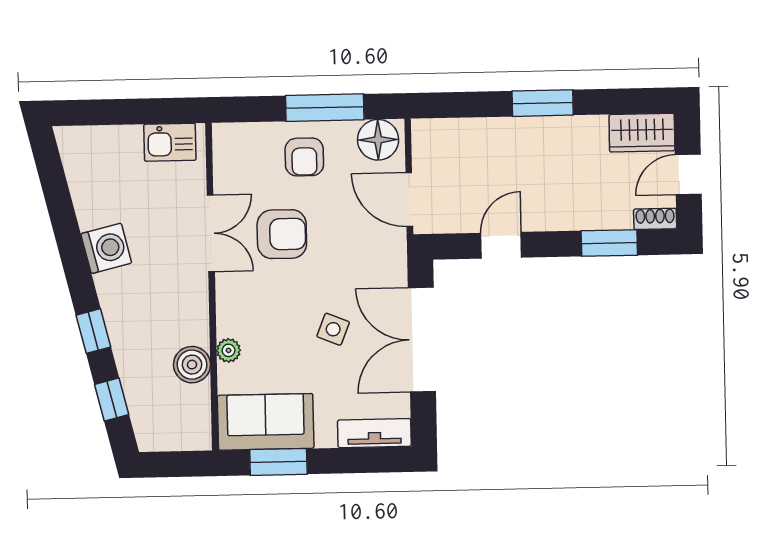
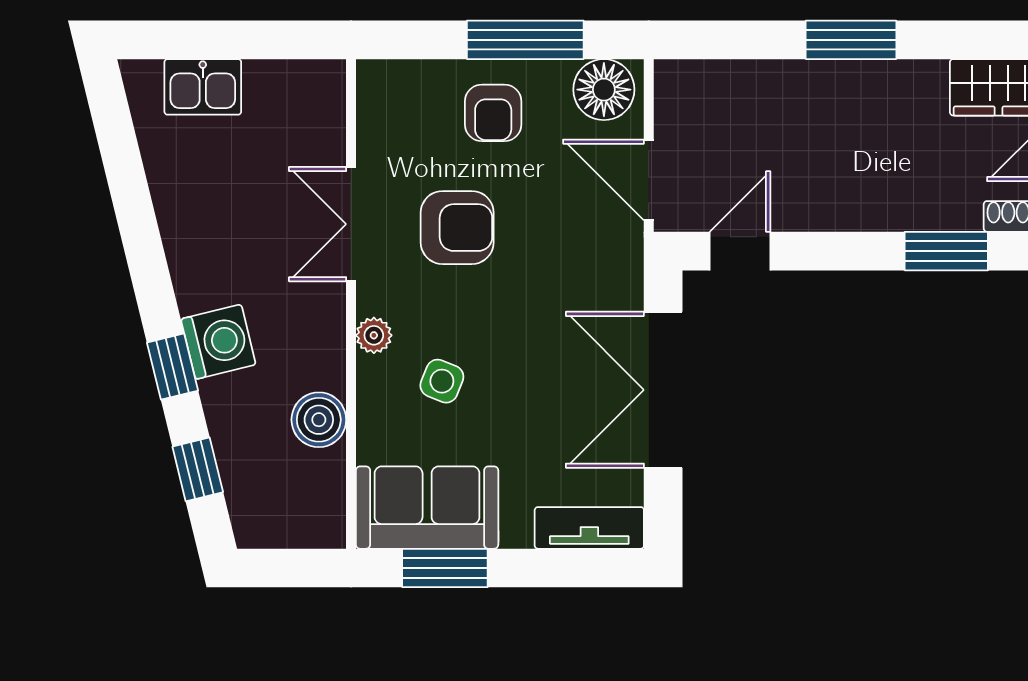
kitchen sink: (170, 142) -> (203, 87), moved
double door: (211, 233) -> (351, 224), swing flipped
door: (501, 245) -> (740, 251), moved
washing machine: (106, 248) -> (218, 342), moved
side table: (333, 329) -> (442, 381), moved
plant: (229, 350) -> (374, 335), moved

